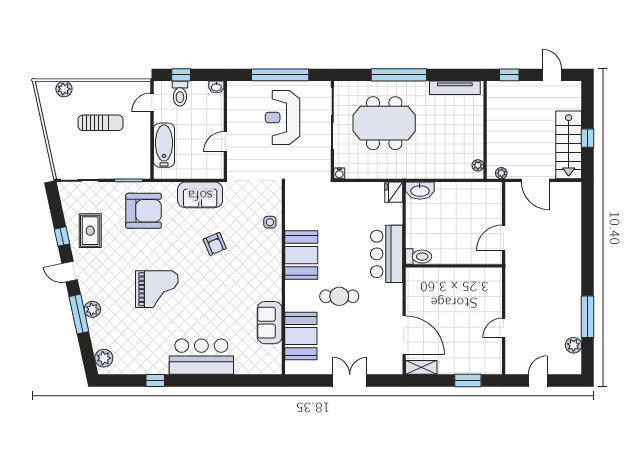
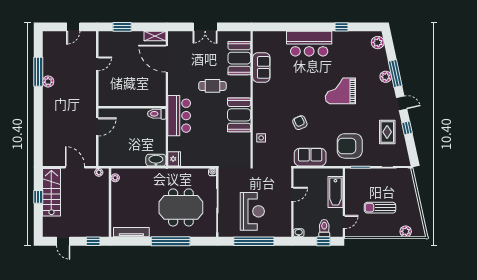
plant: (573, 345) -> (48, 81), moved

